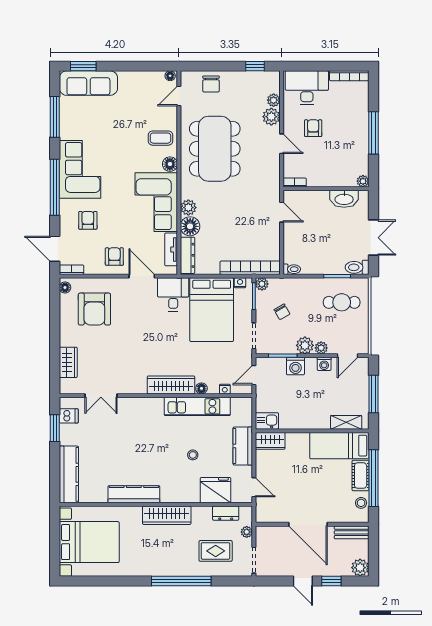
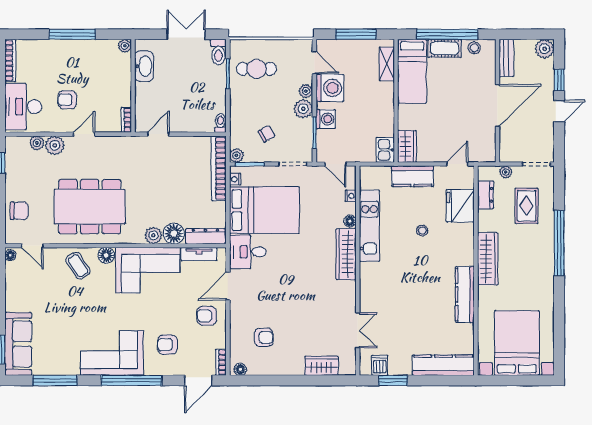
coffee table: (160, 138) -> (78, 266), turned -33
cafe table: (342, 302) -> (256, 69), turned 90
armchair: (94, 309) -> (264, 337), width x0.53, depth x0.53
washing machine: (324, 364) -> (330, 88), width x1.89, depth x1.89

